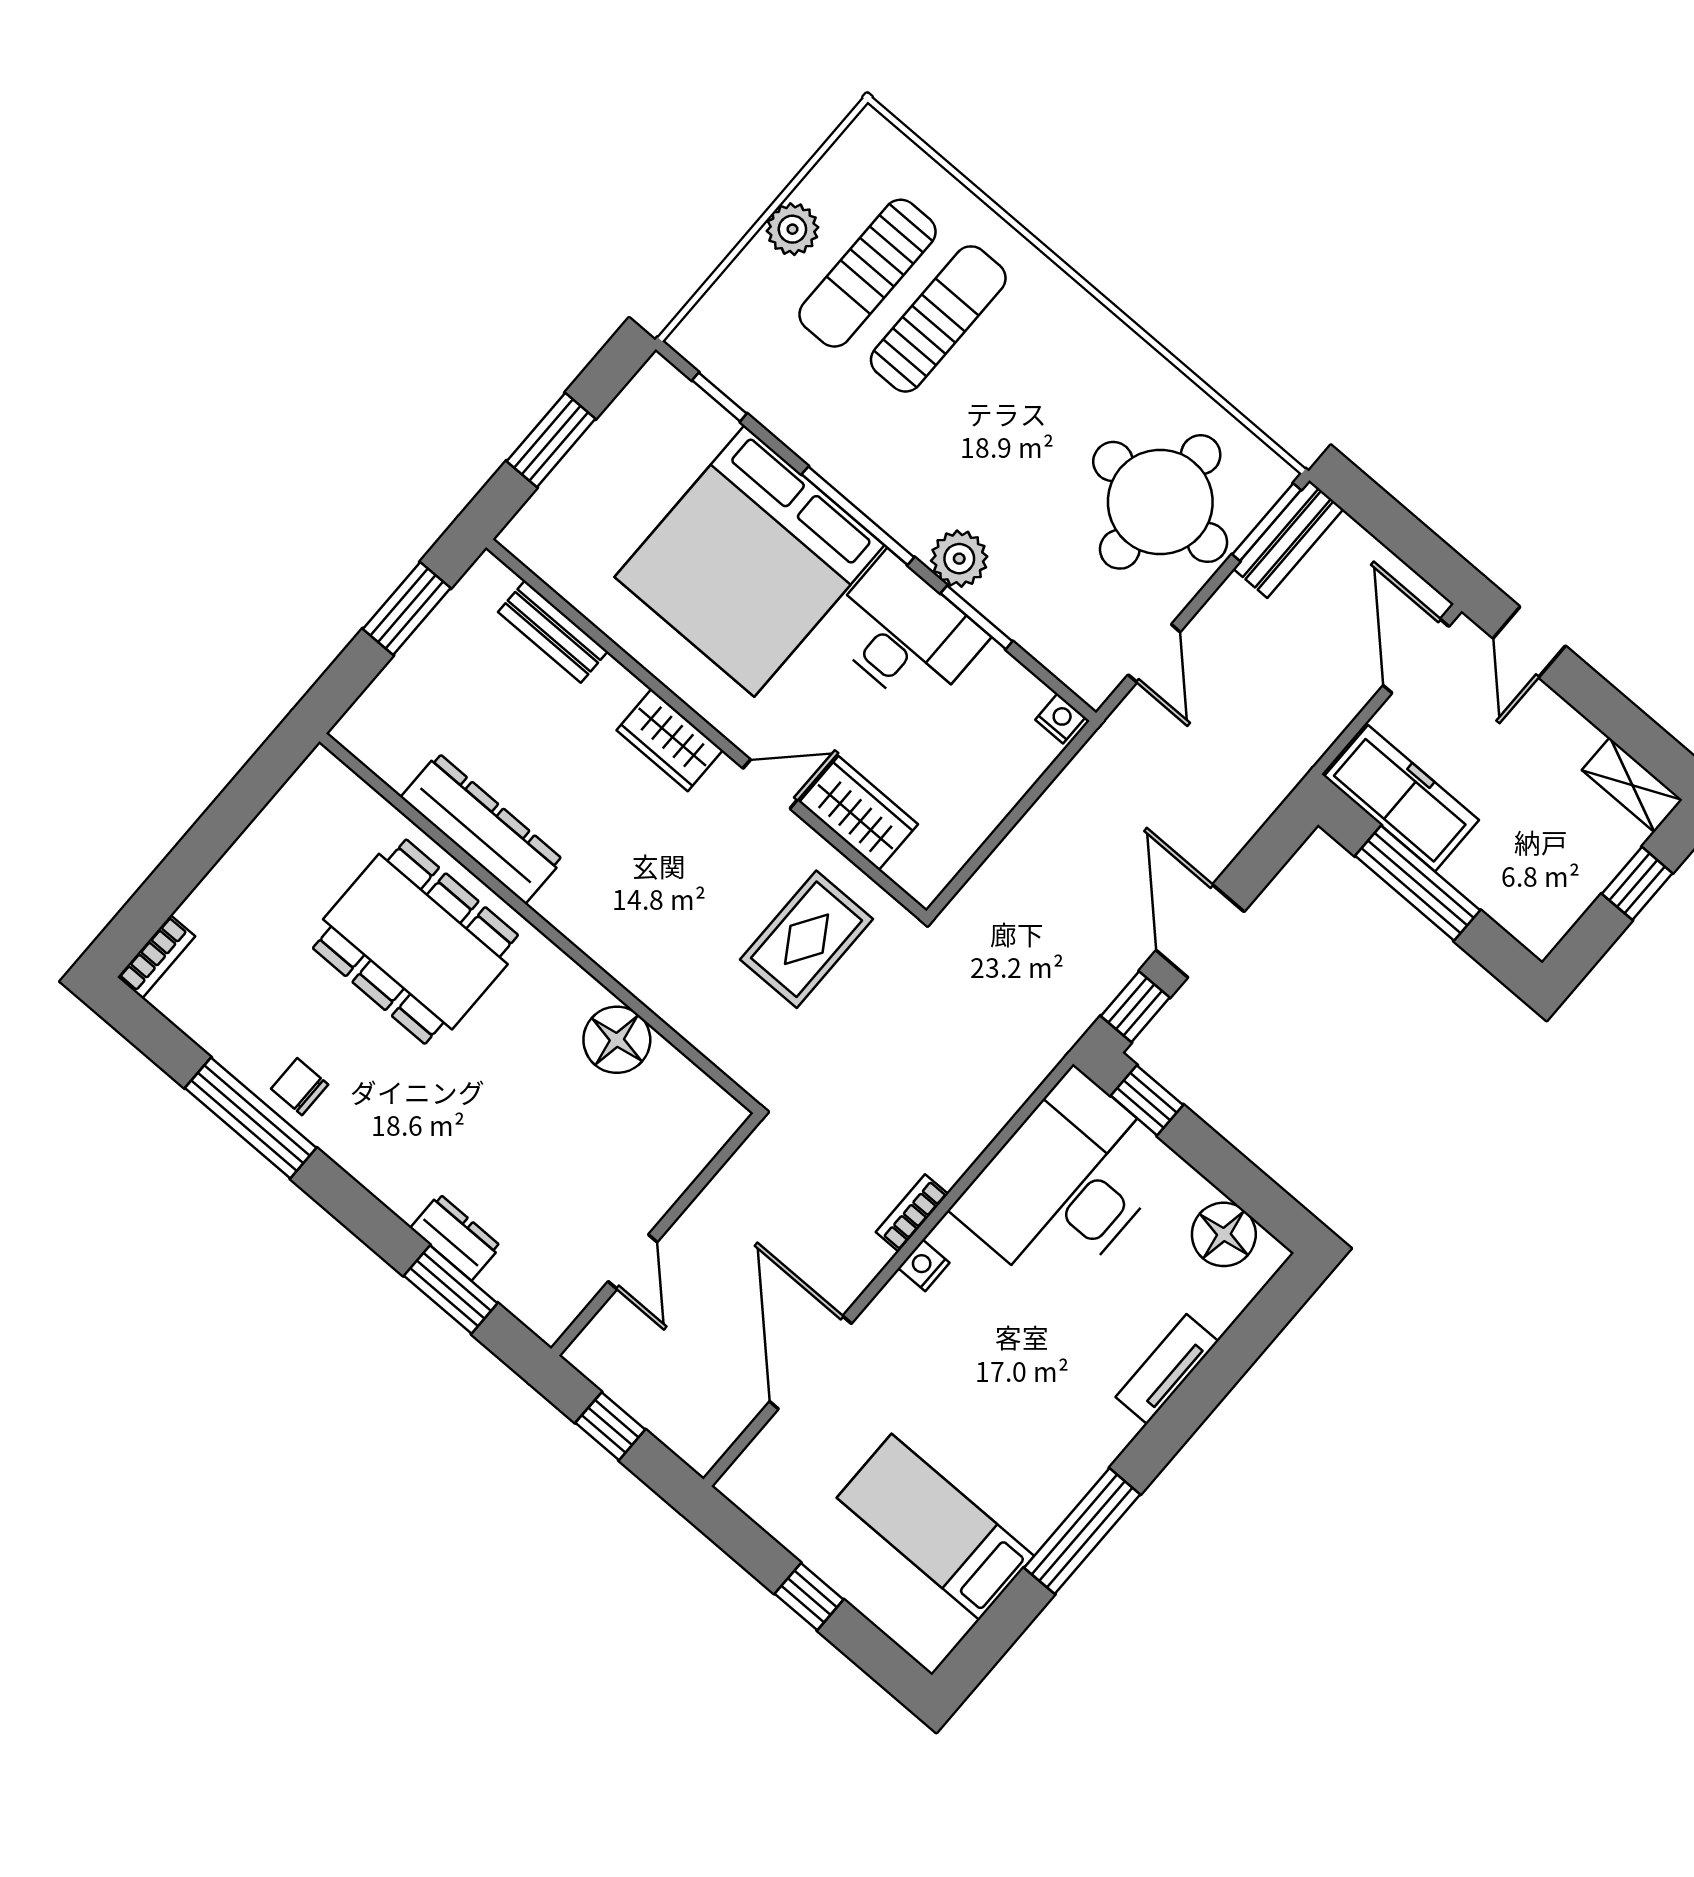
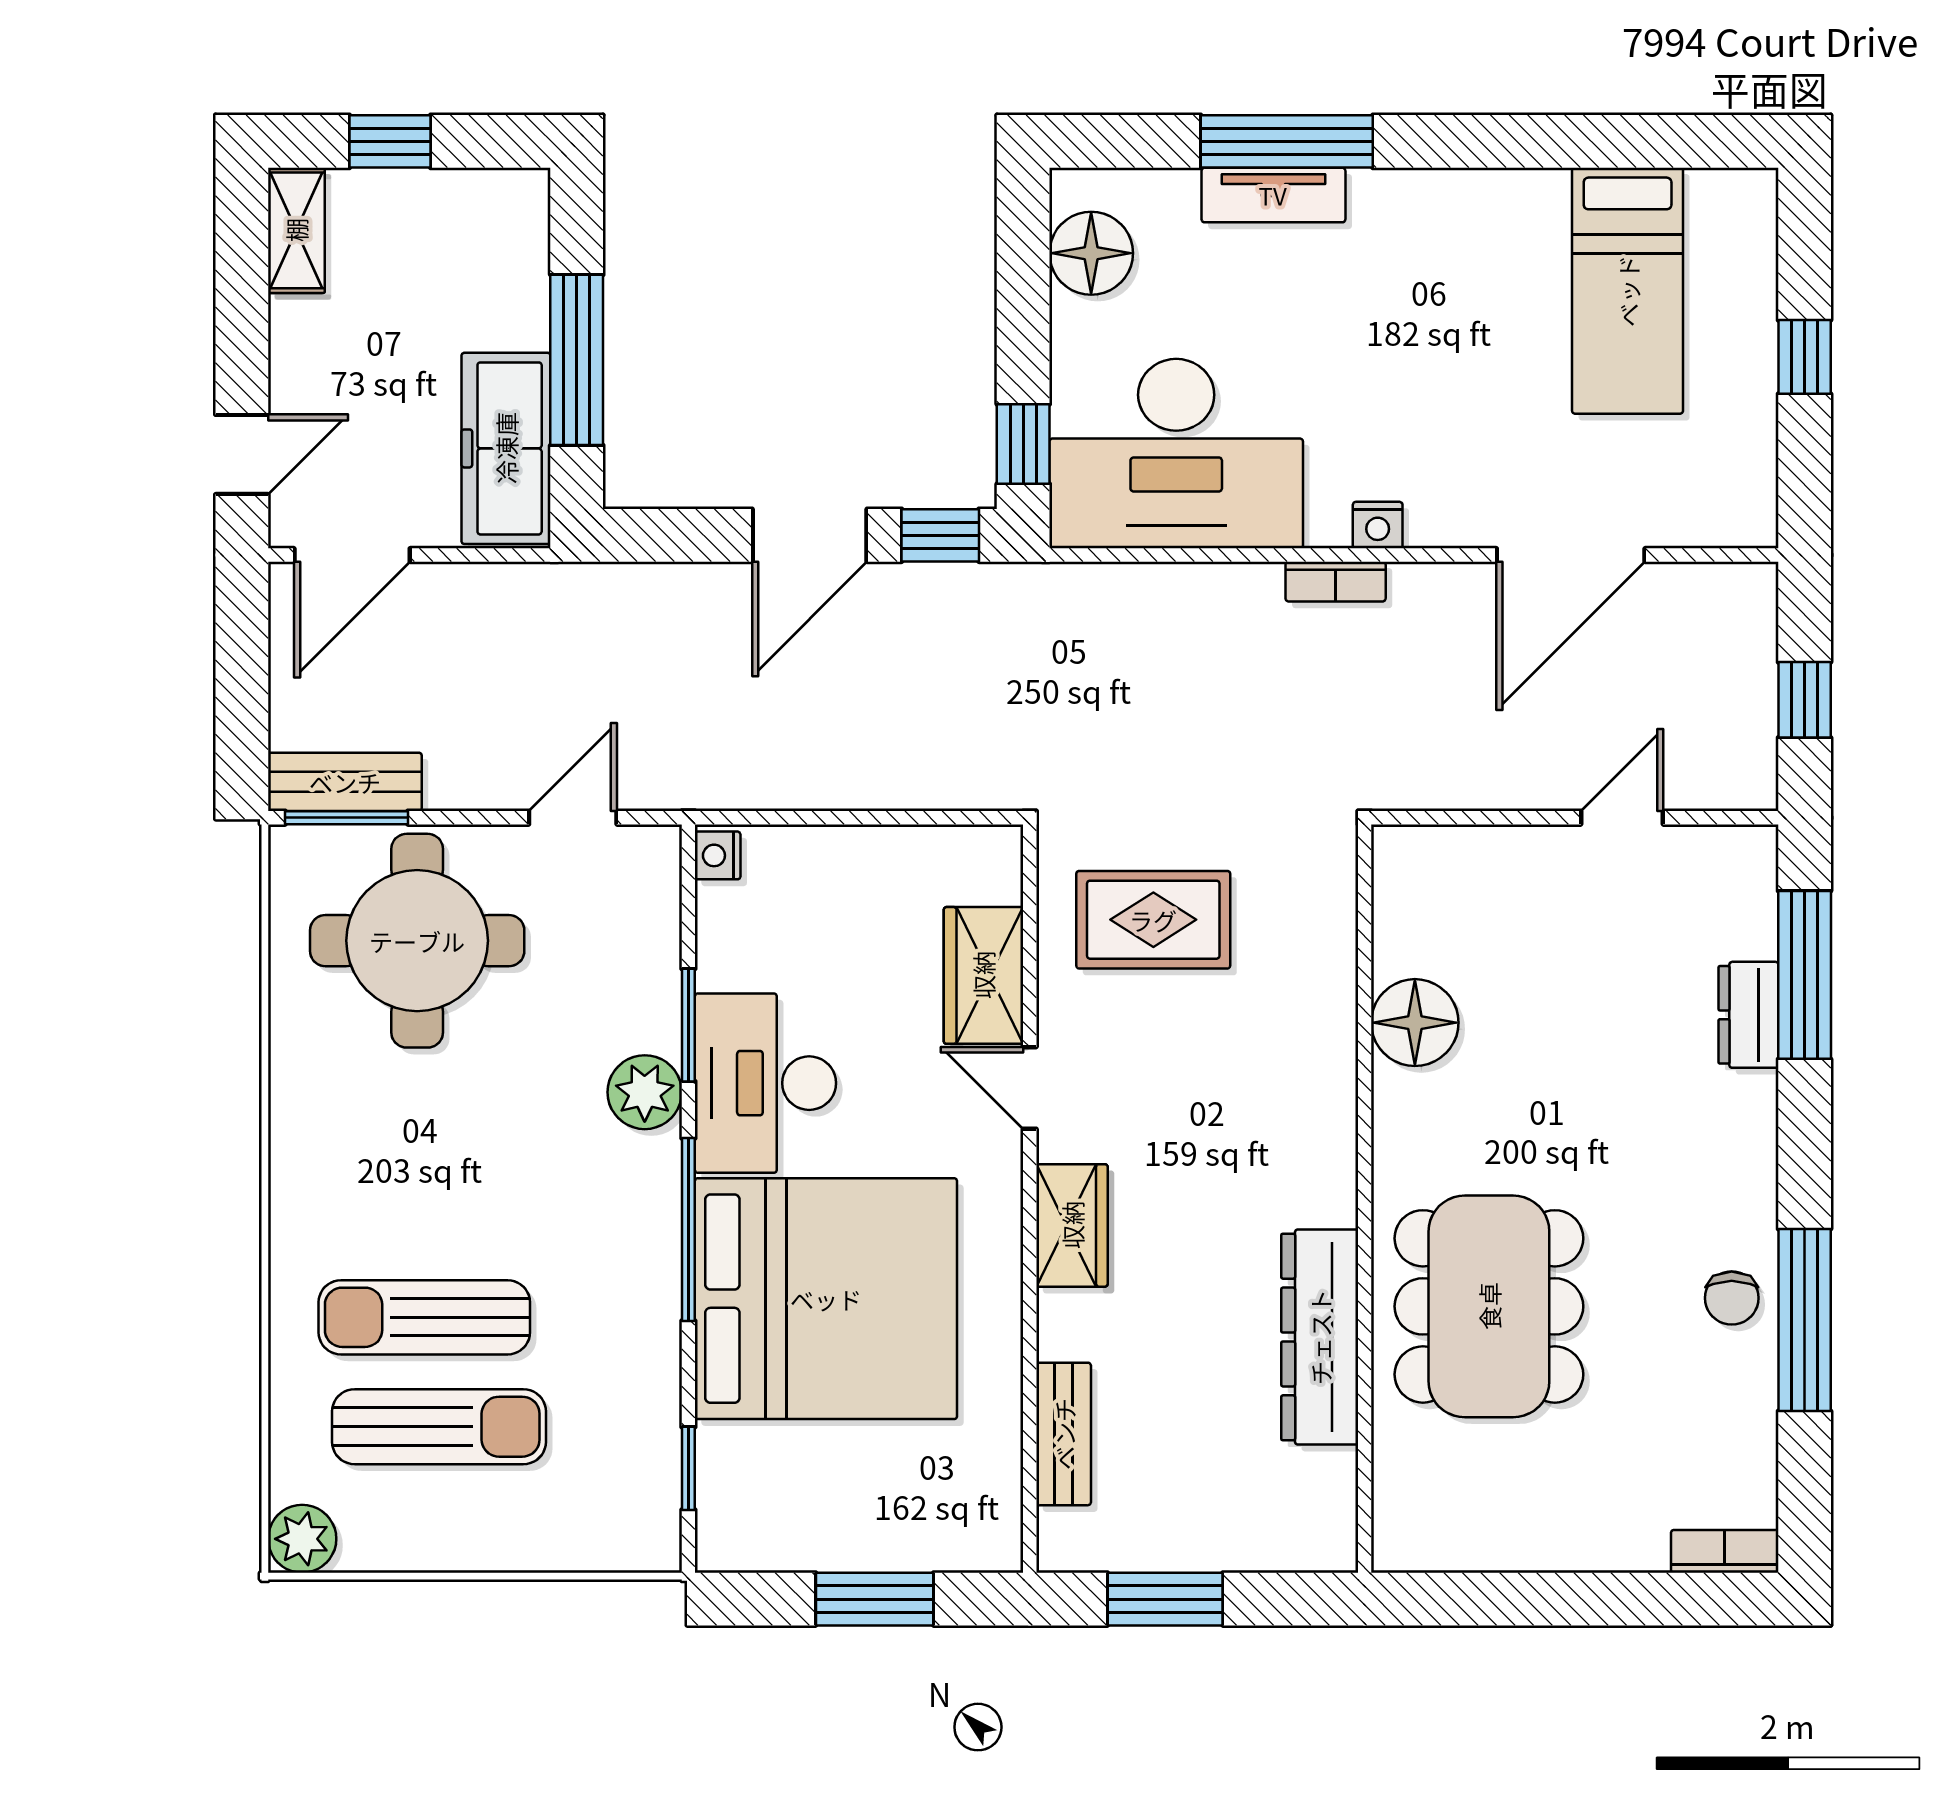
plant: (792, 229) -> (302, 1539), moved
window: (451, 1289) -> (1805, 975), width x1.44
window: (1082, 1531) -> (1287, 141), moved

